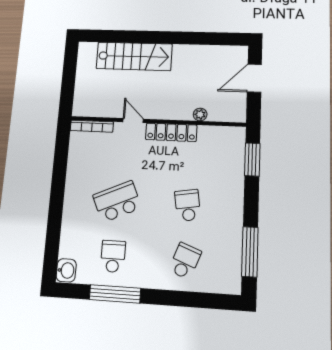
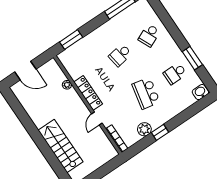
plant: (77, 167) -> (144, 129), added
window: (58, 183) -> (160, 132), added
school desk: (117, 202) -> (146, 93), turned 36
school desk: (185, 261) -> (149, 35), turned -45
window: (115, 294) -> (192, 58), width x0.69

